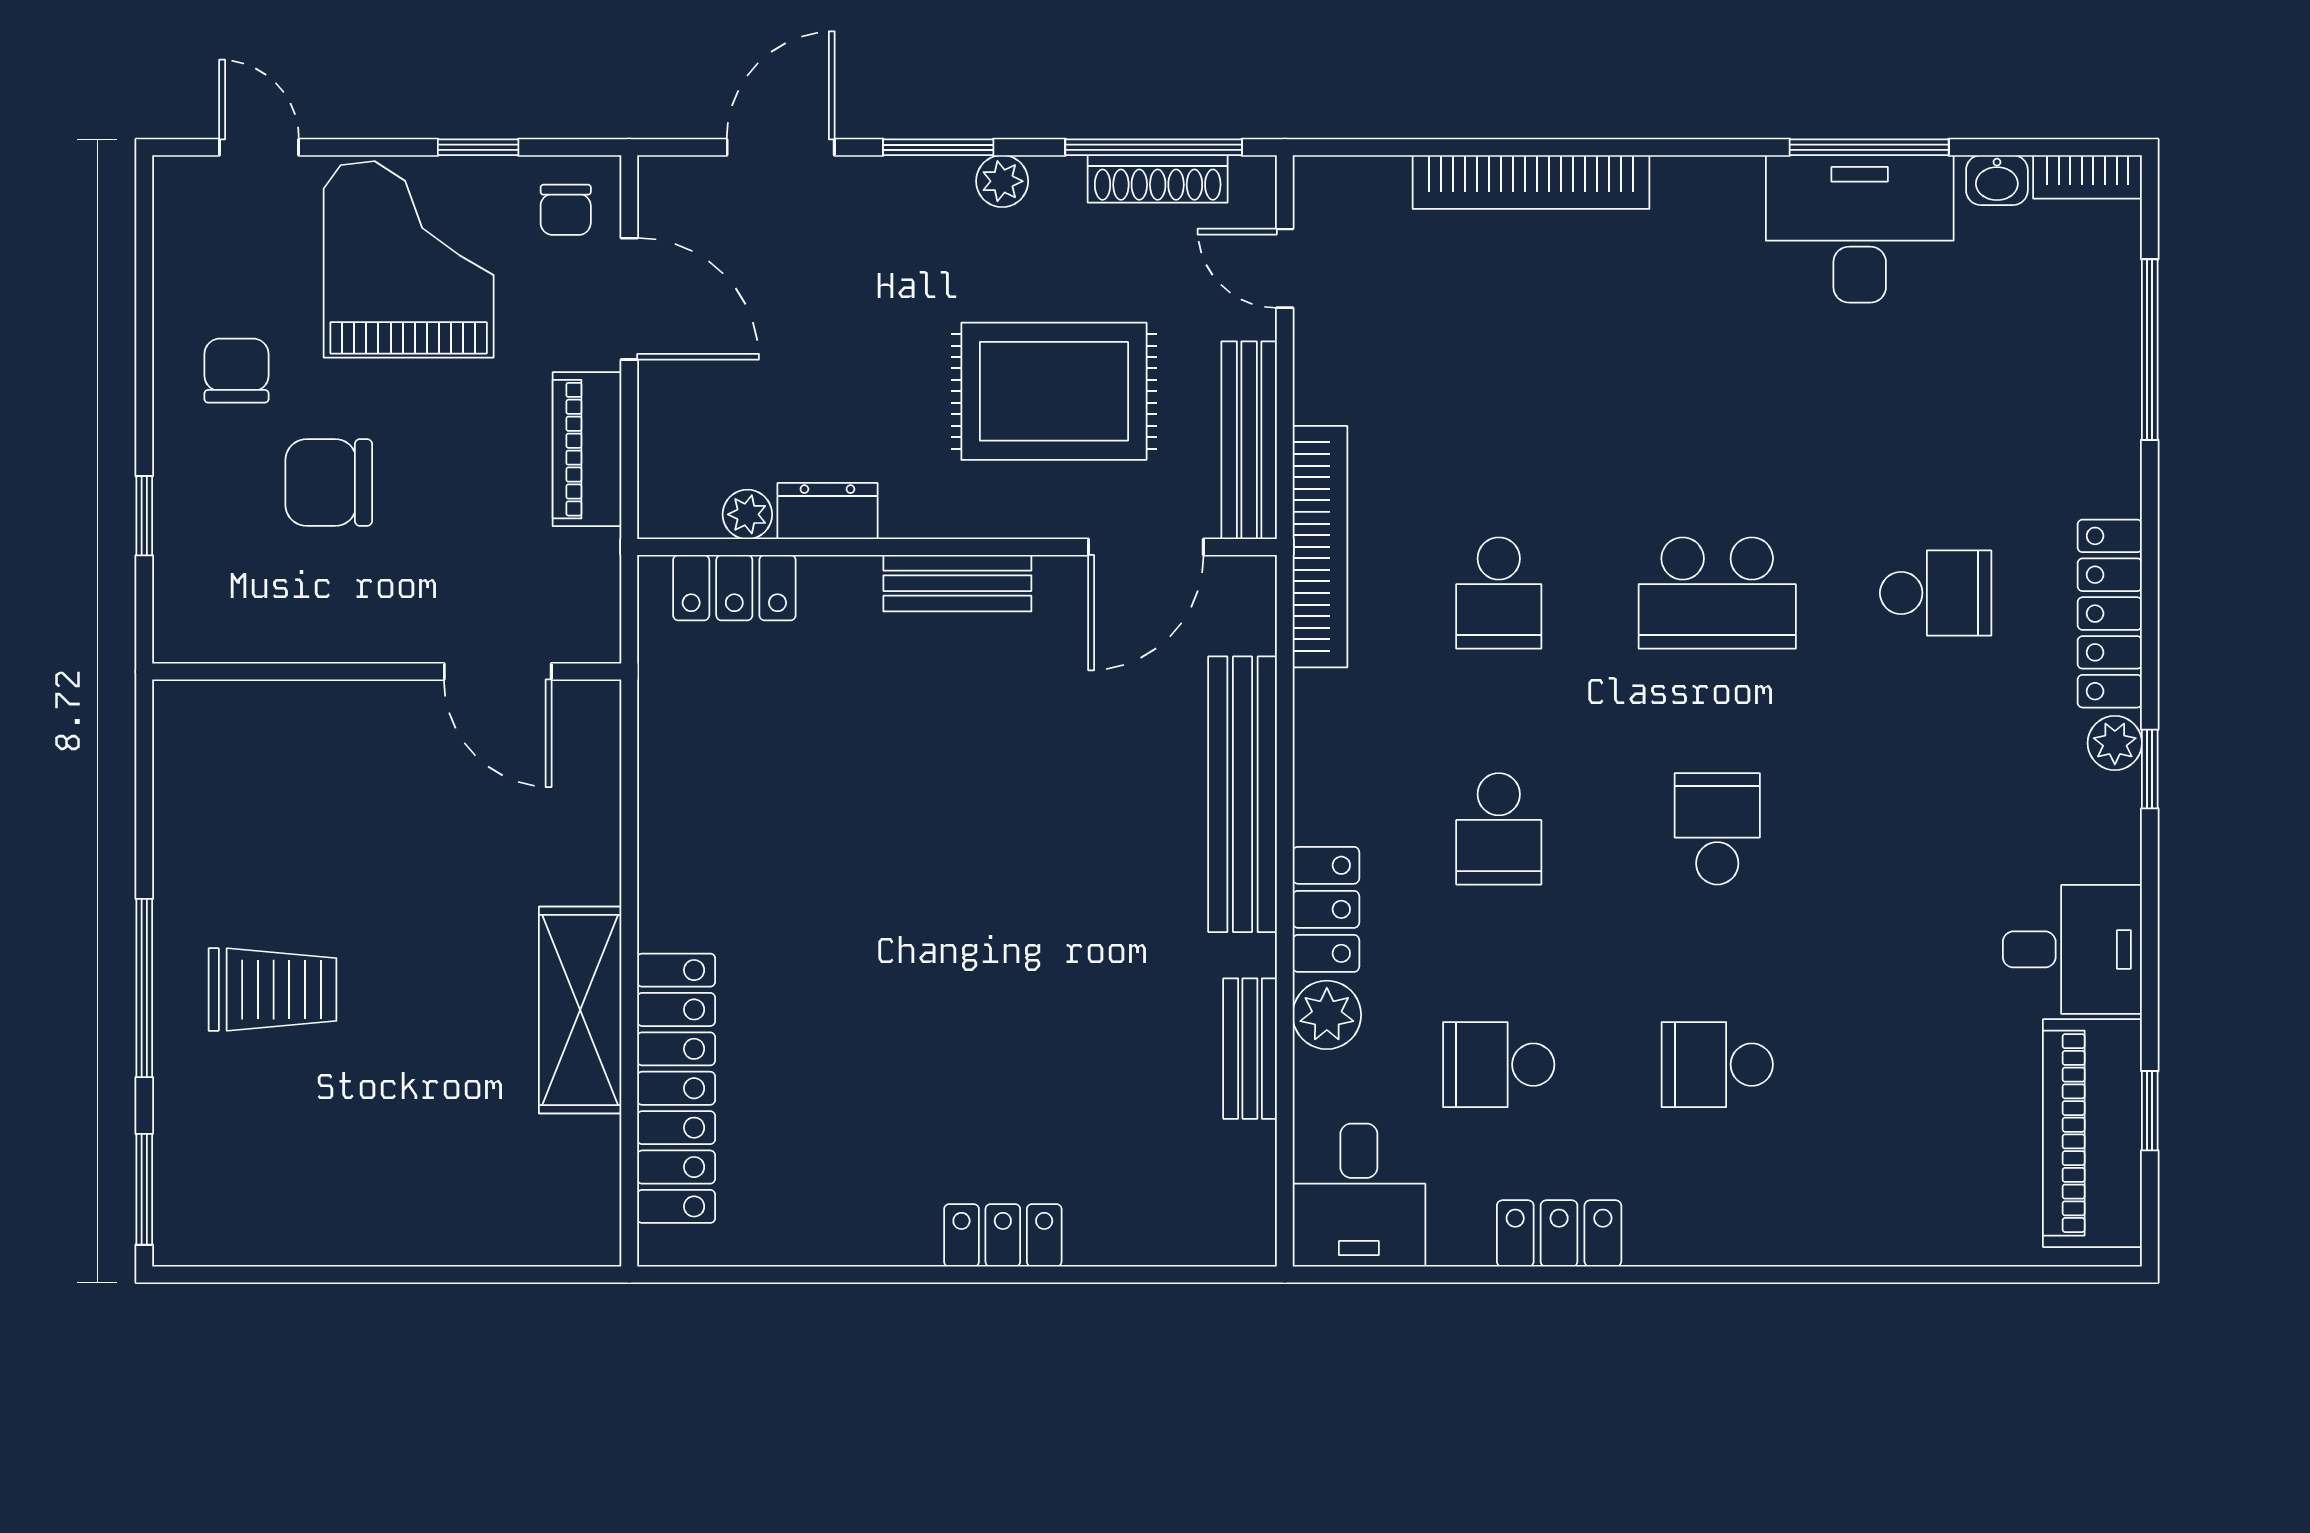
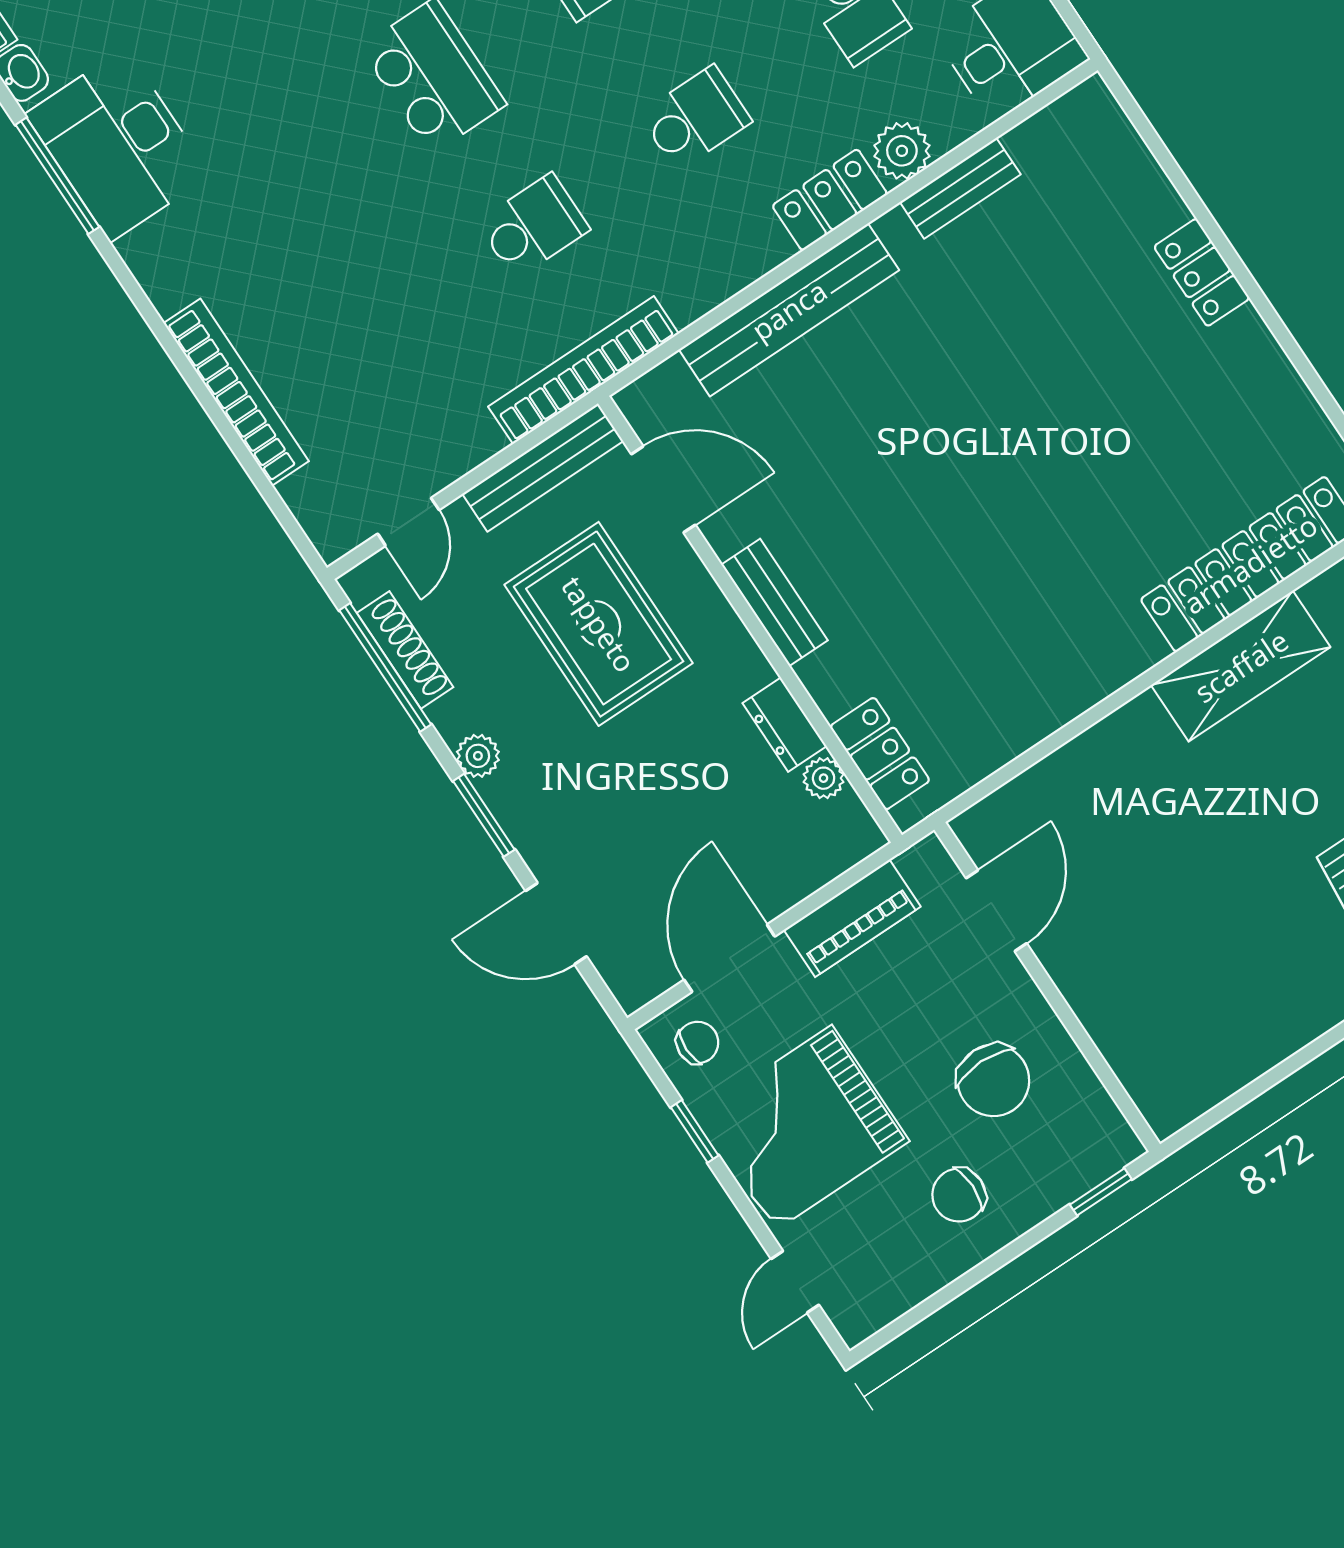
wall: (387, 672) -> (1047, 987), moved
door: (498, 672) -> (996, 911), moved

